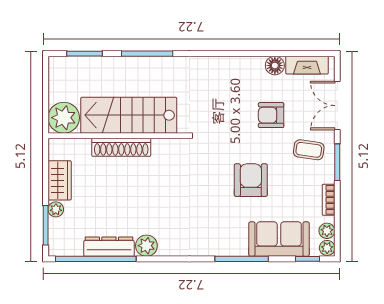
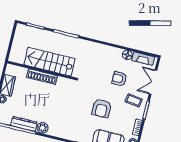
plant: (64, 118) -> (17, 55), removed
armchair: (251, 180) -> (102, 108), turned 180

